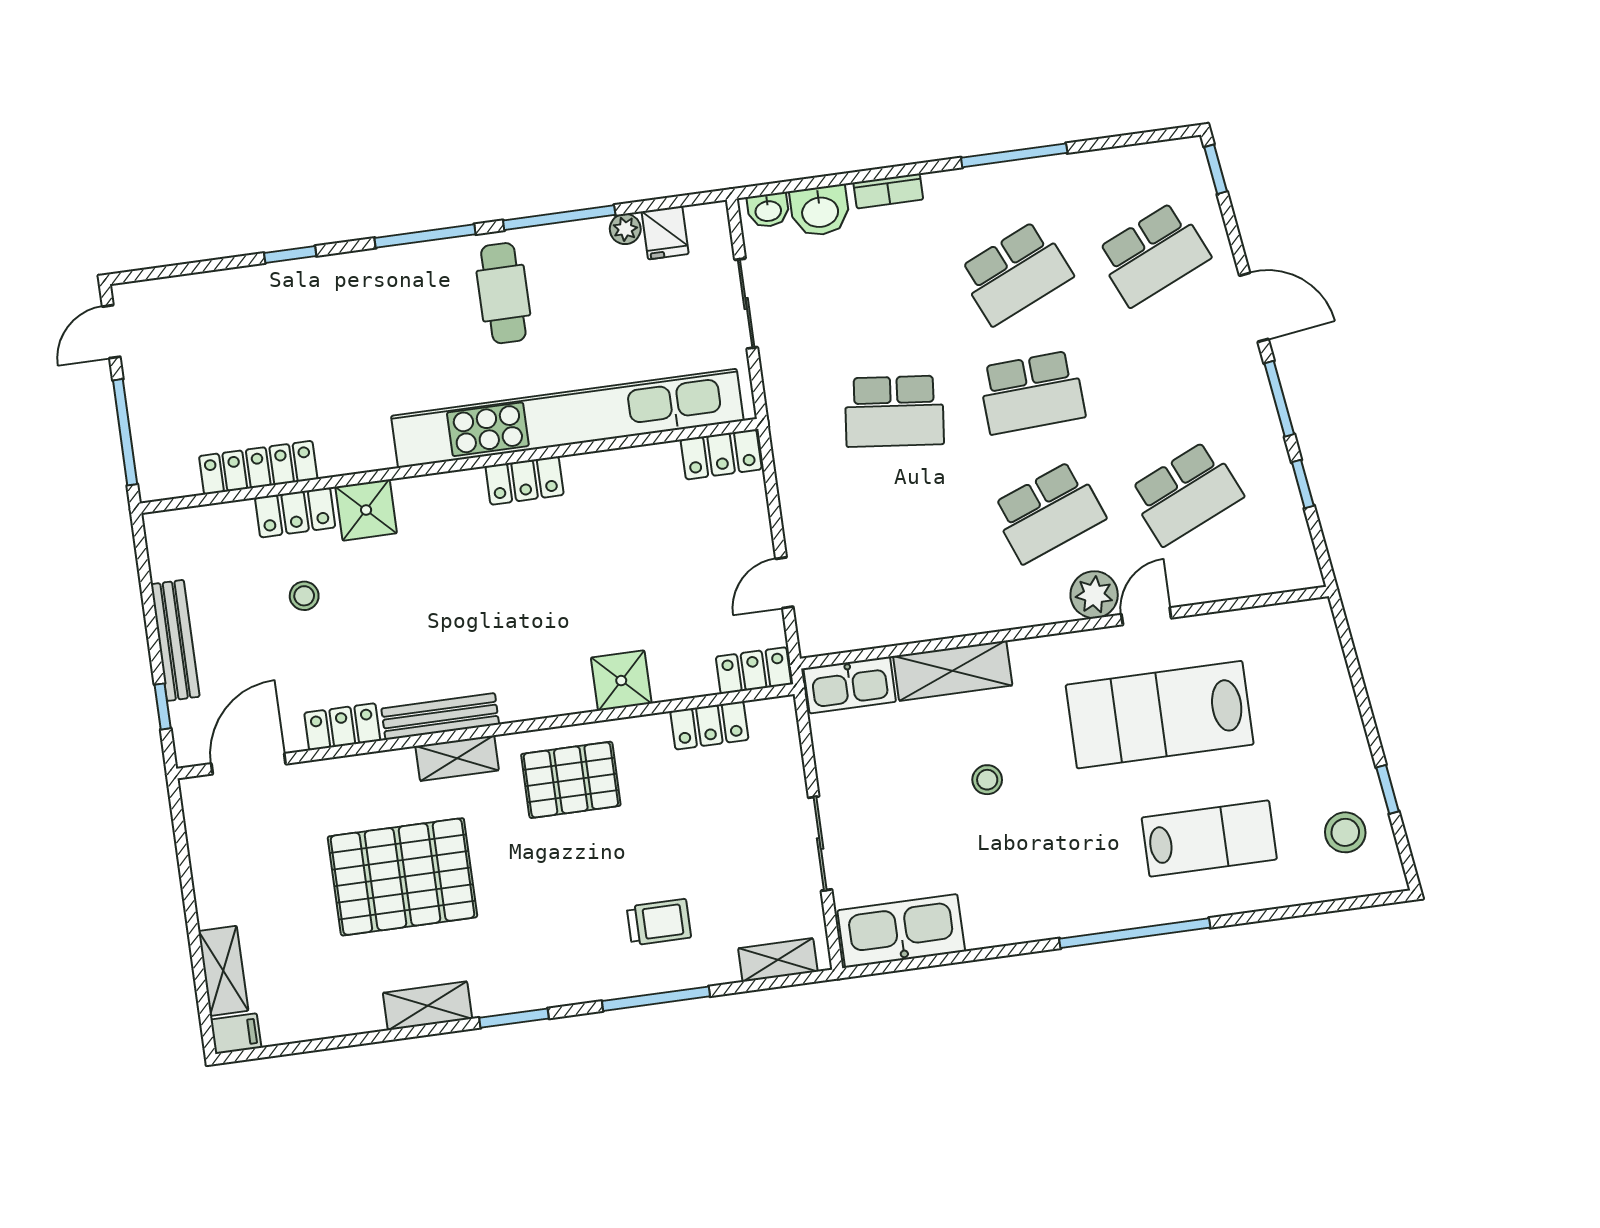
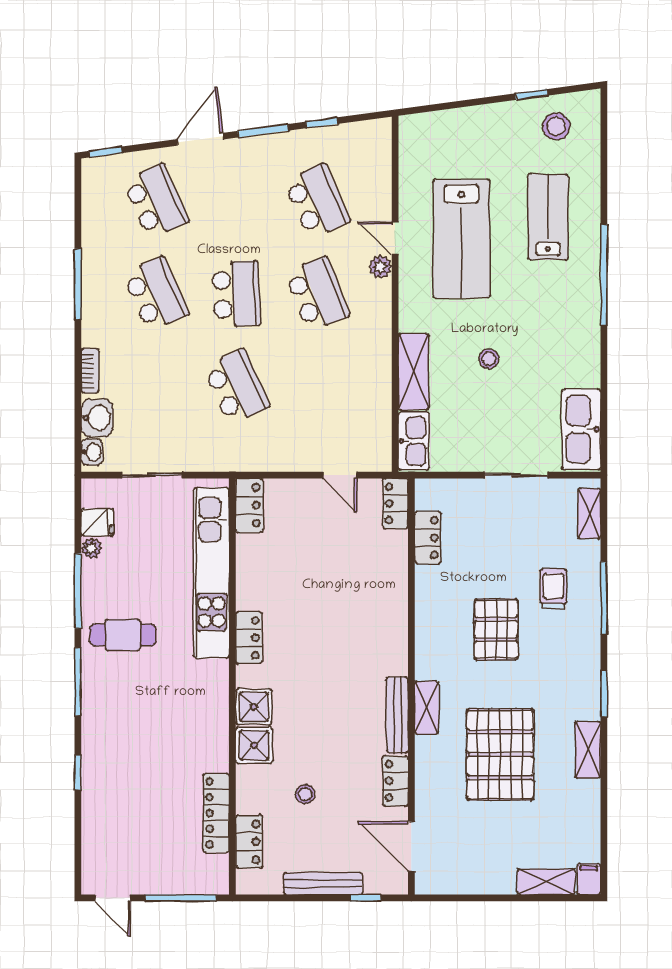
school desk: (894, 411) -> (236, 387), turned -30
kitchen unit: (567, 418) -> (212, 573), width x0.73
locker: (295, 513) -> (249, 842), moved
plant: (1094, 595) -> (380, 267), width x0.73, depth x0.73
shower: (621, 681) -> (254, 707), moved
pallet: (571, 780) -> (496, 629), moved

